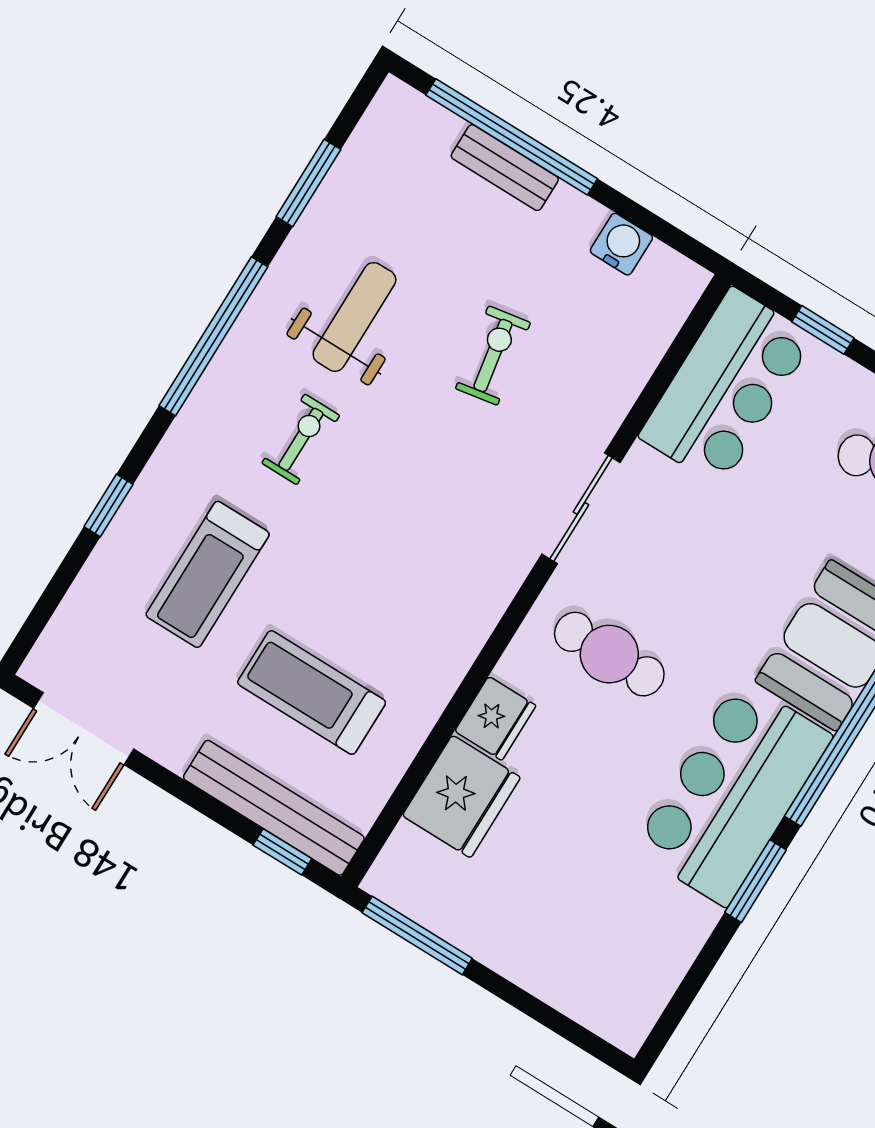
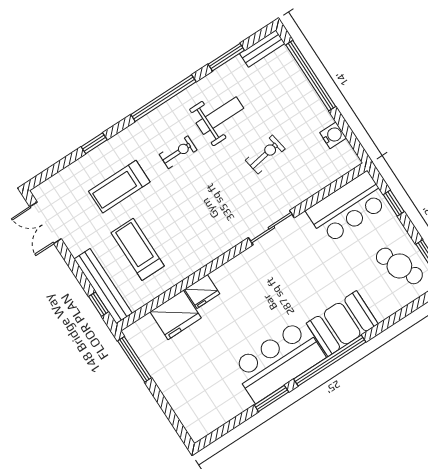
bench: (505, 168) -> (262, 48), moved, turned 90
cafe table: (609, 654) -> (256, 287), removed

